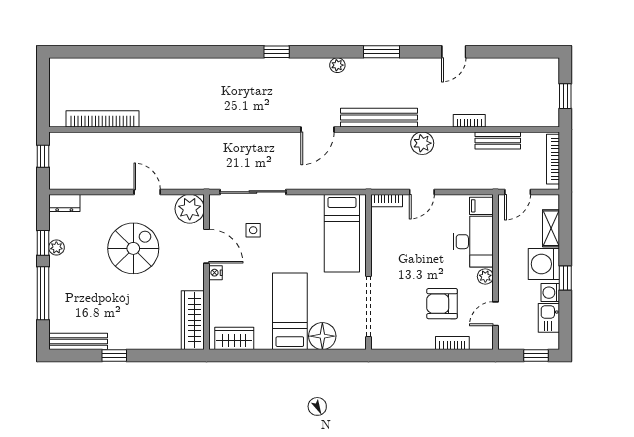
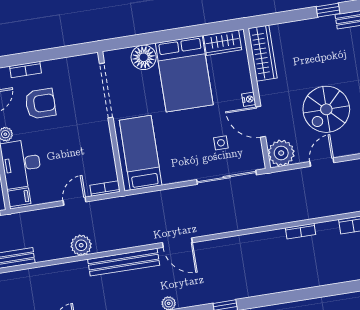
bookcase: (469, 121) -> (301, 231), moved
door: (318, 129) -> (177, 243), swing flipped
door: (147, 192) -> (322, 162), swing flipped
bed: (290, 311) -> (184, 74), width x1.50

